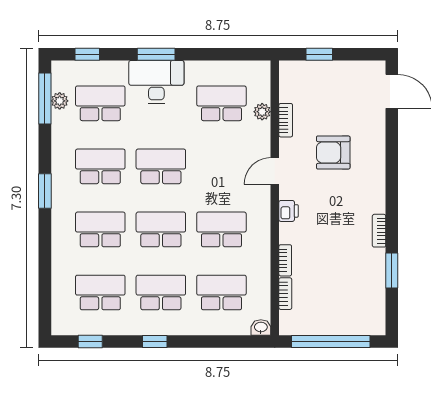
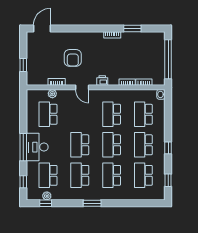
window: (156, 54) -> (23, 147), width x1.44
window: (45, 99) -> (46, 203), width x0.46

